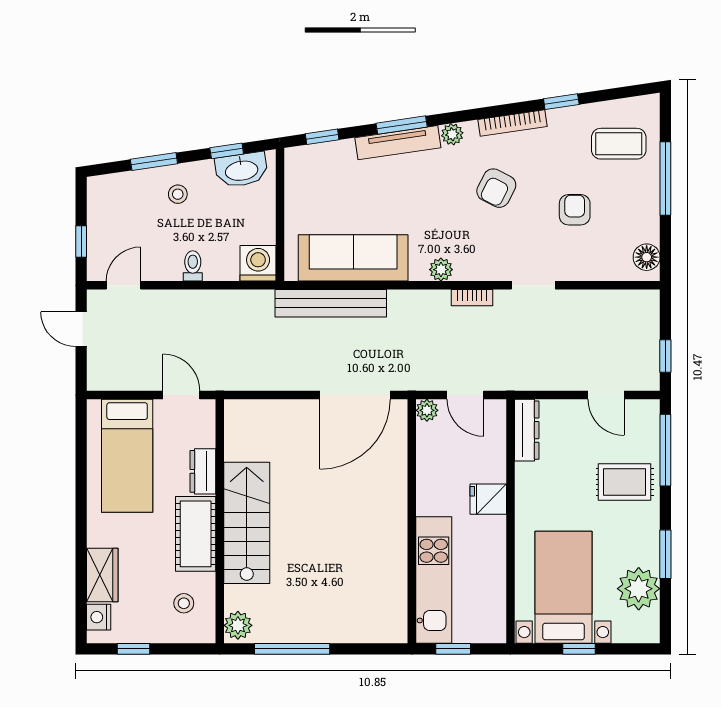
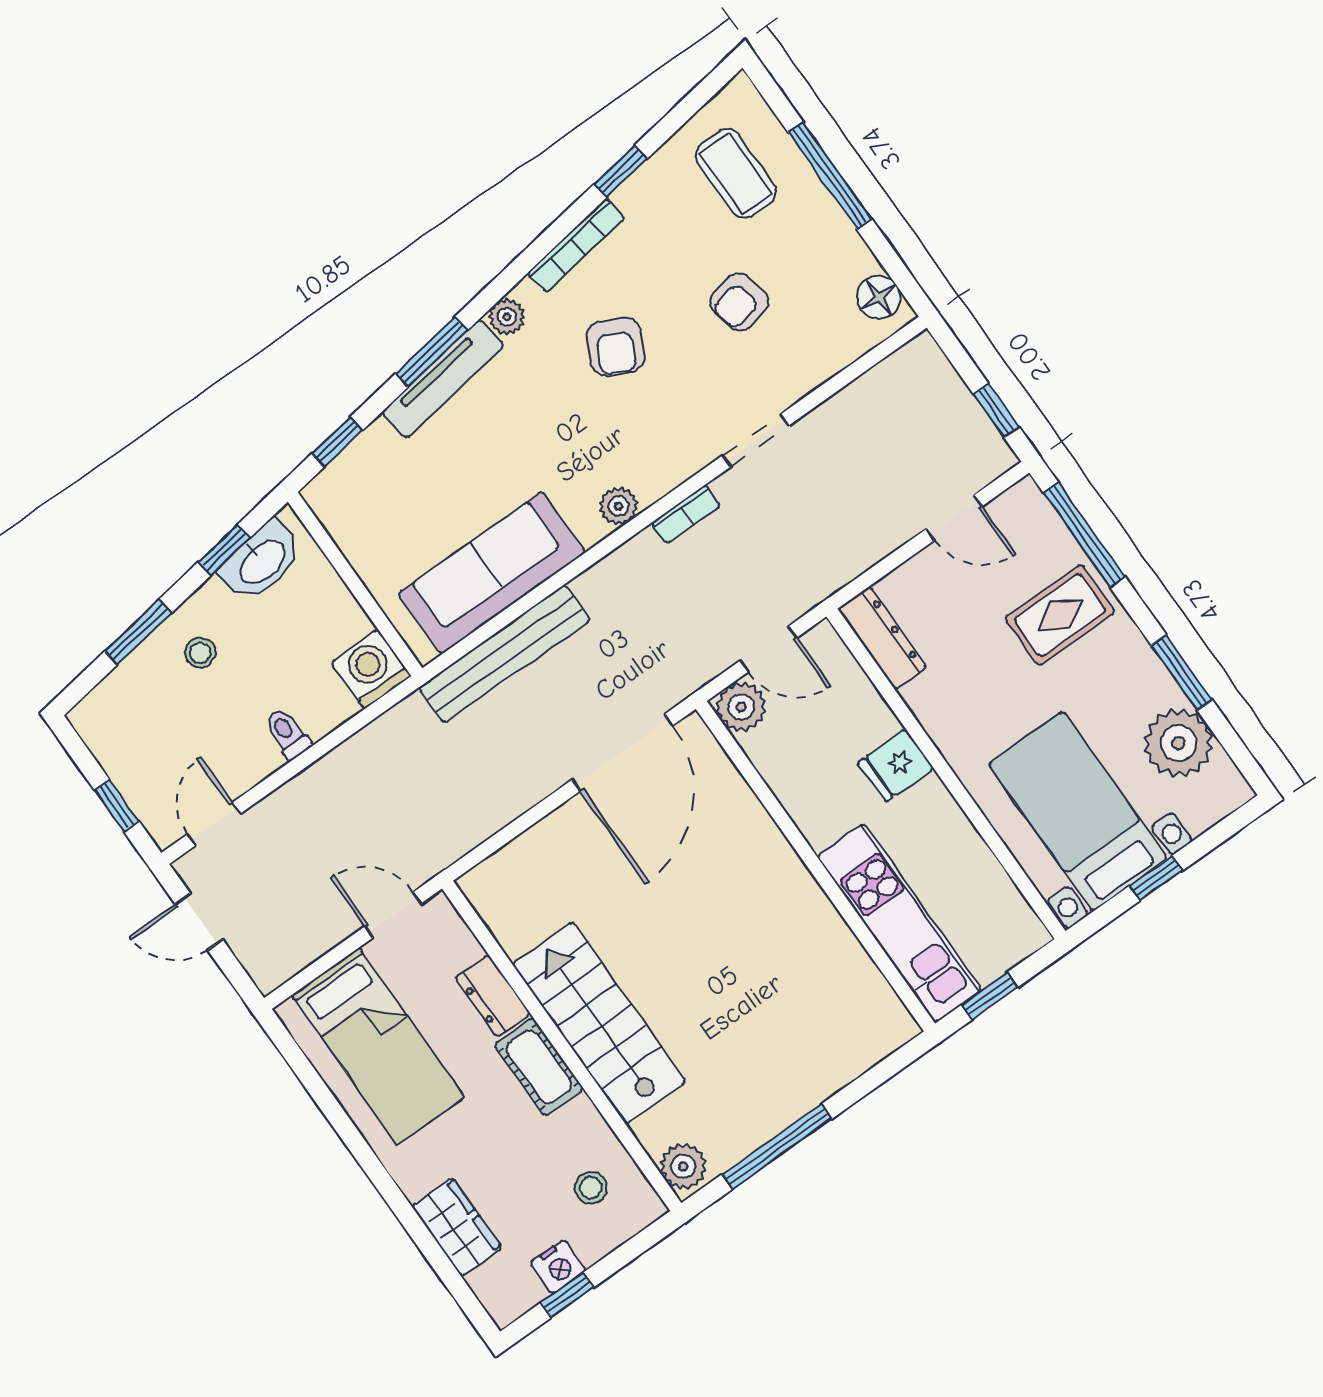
coffee table: (619, 144) -> (736, 173), turned 90
armchair: (575, 210) -> (739, 302), turned -102
plant: (427, 410) -> (741, 707), width x1.38, depth x1.38
cot: (196, 534) -> (539, 1067), width x0.73, depth x0.75
nightstand: (99, 617) -> (558, 1267), moved, turned -90

